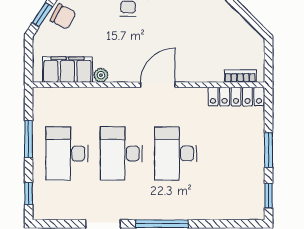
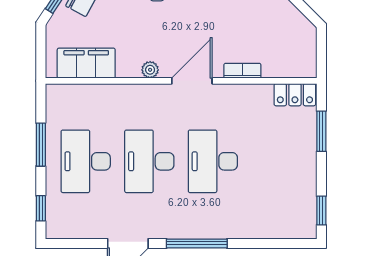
plant: (101, 75) -> (150, 70), moved
bookcase: (240, 76) -> (242, 71), moved
locker: (236, 97) -> (295, 95), width x0.66
window: (268, 150) -> (321, 131), moved

